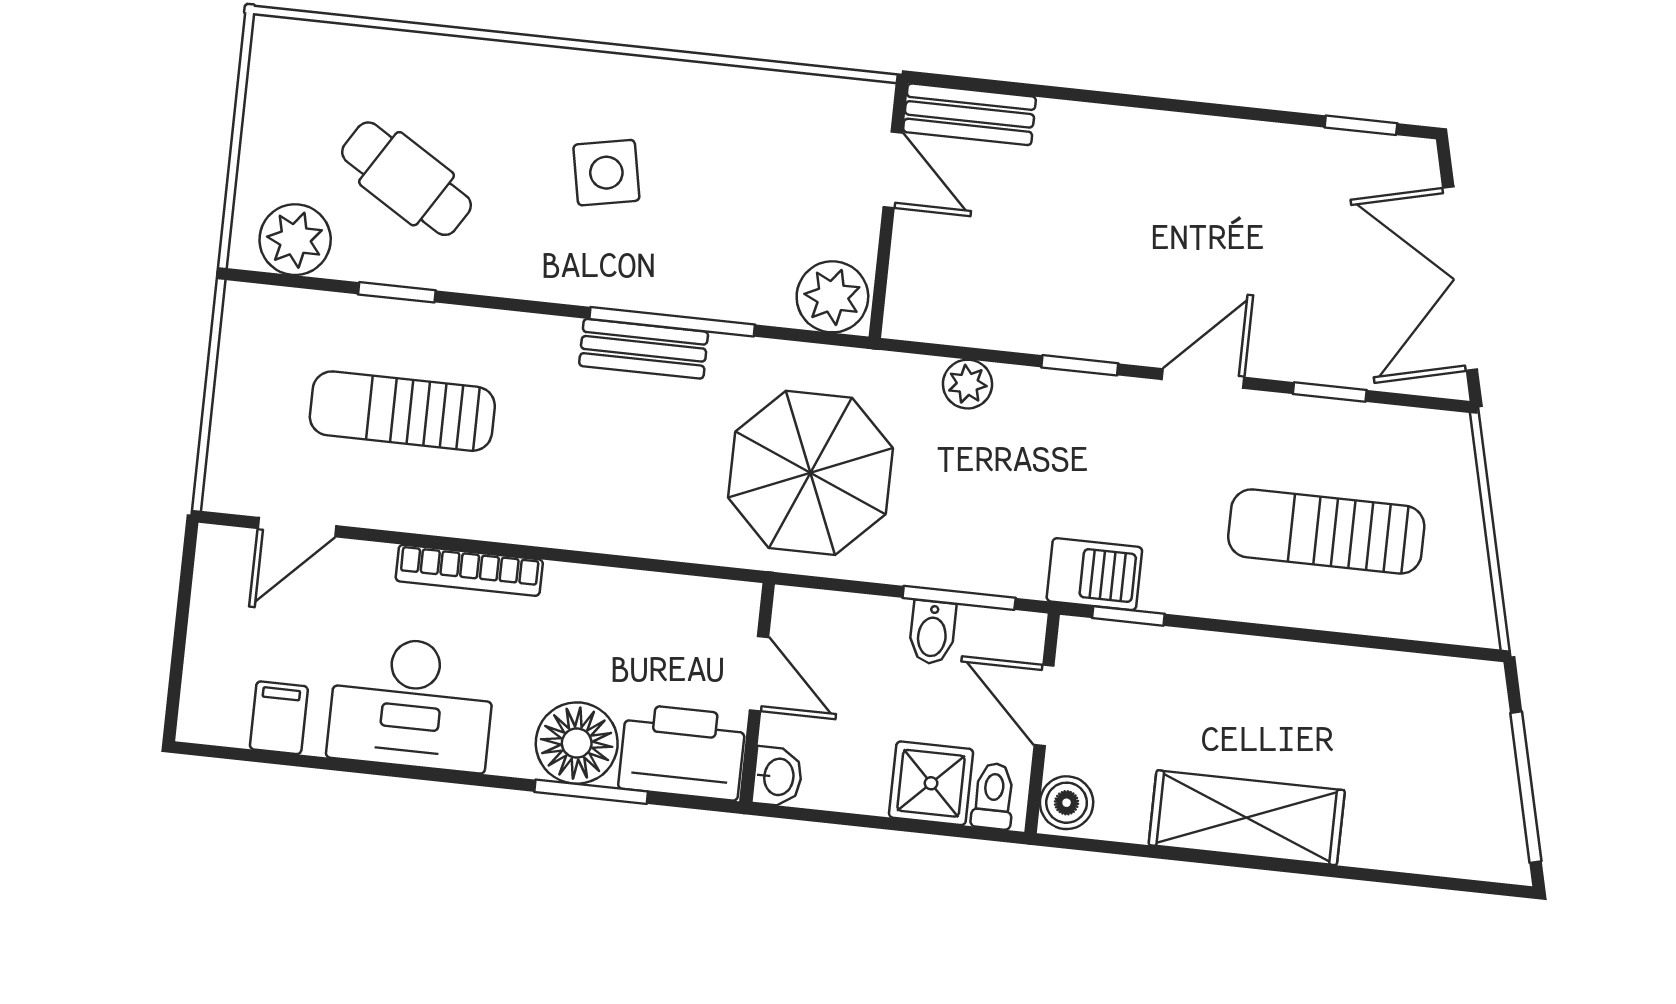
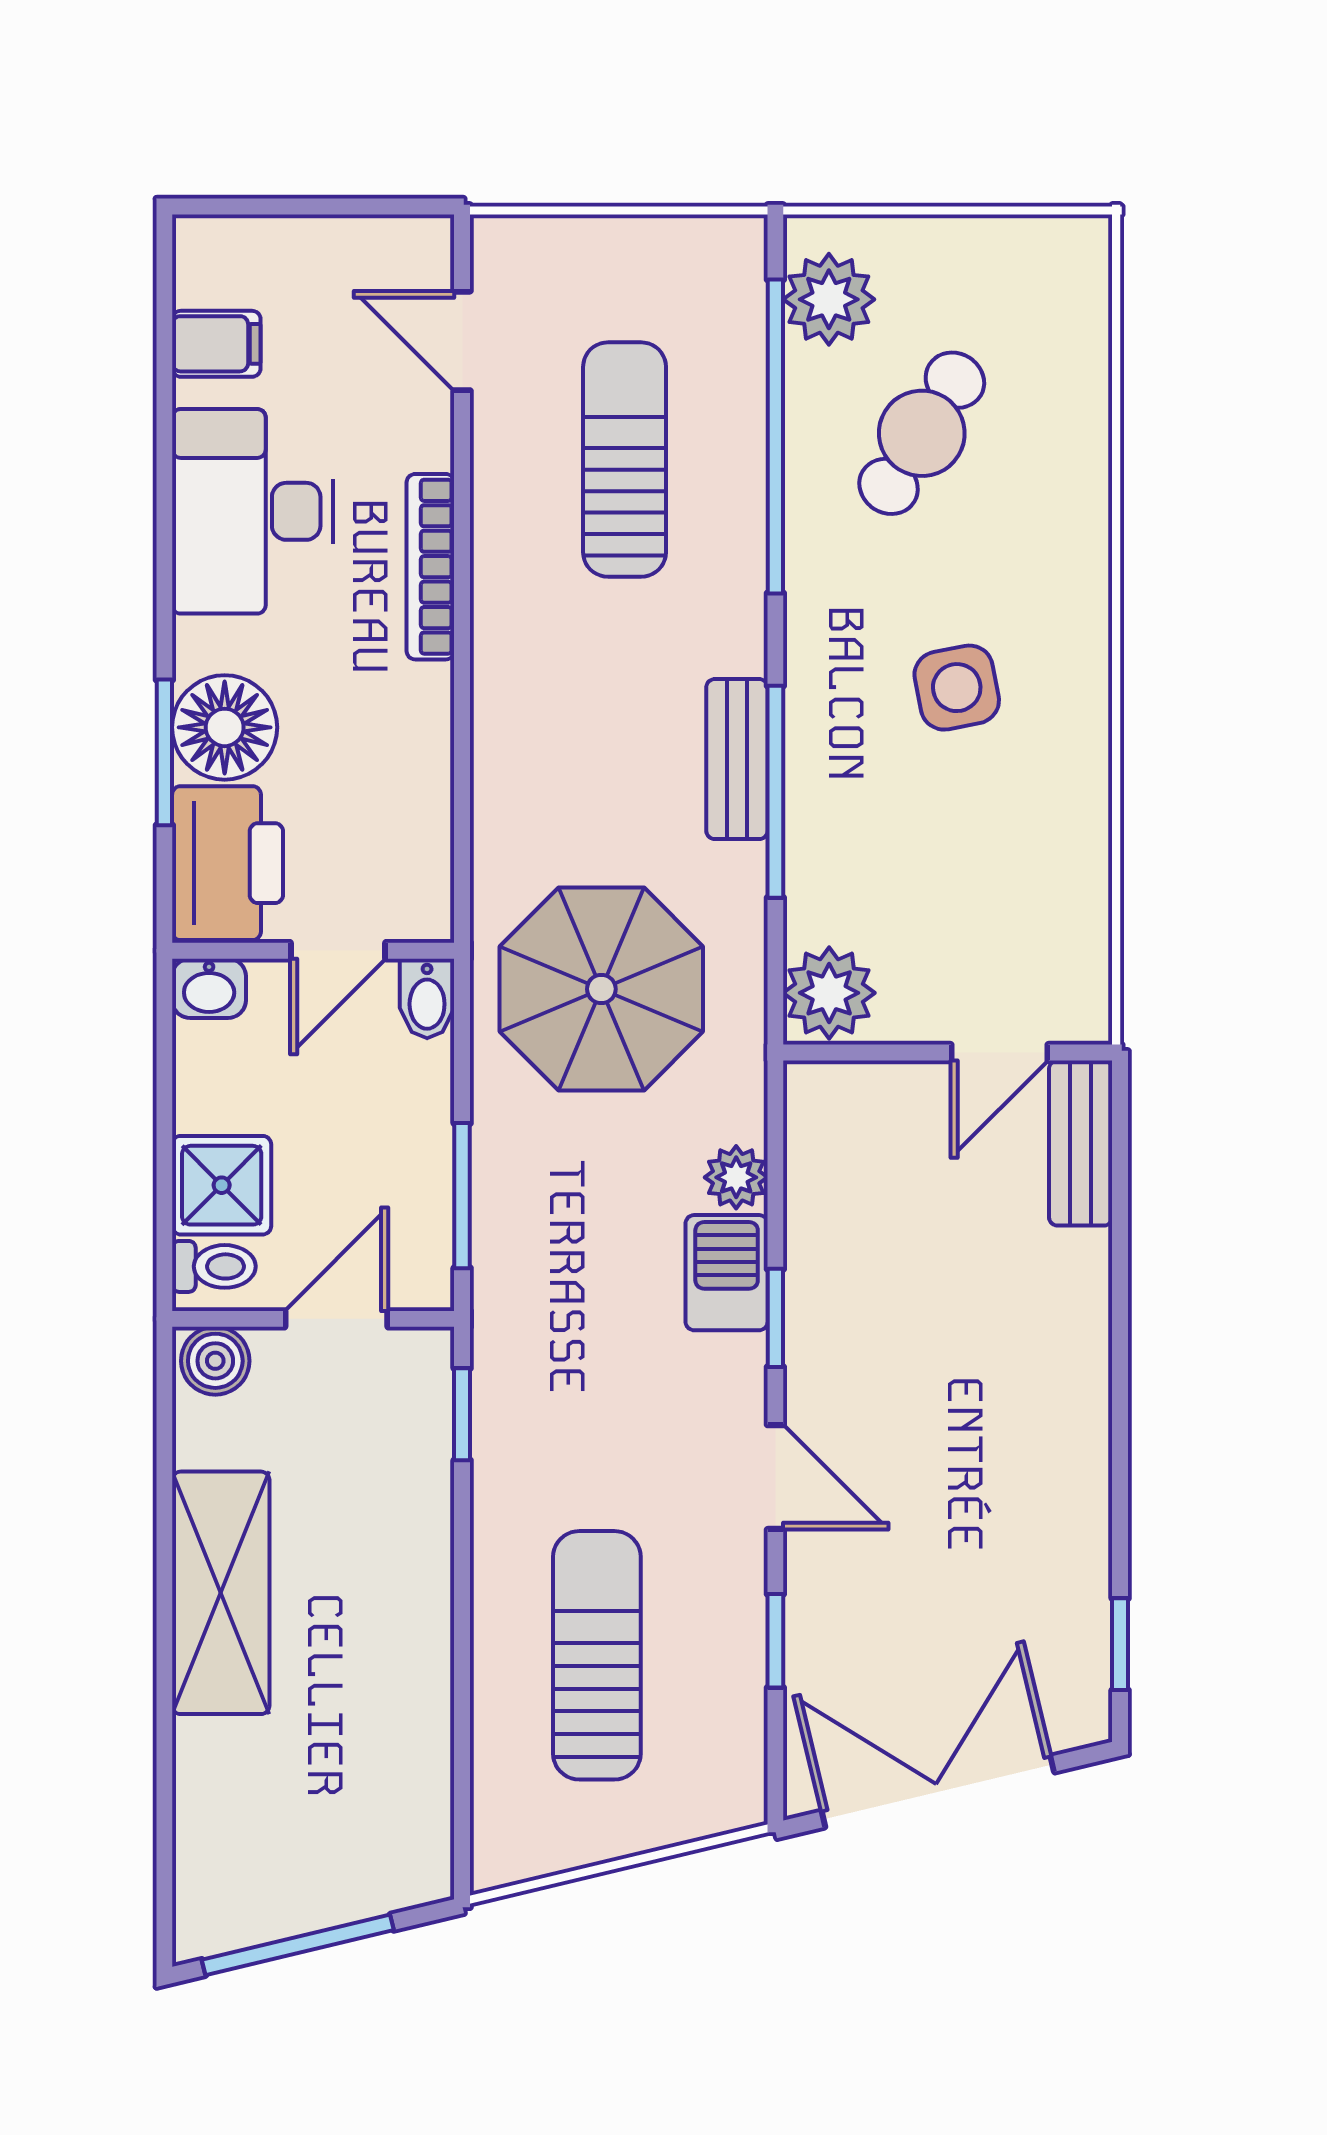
window: (397, 292) -> (775, 436), width x3.17
barbecue: (1094, 574) -> (727, 1273), moved, turned 180
bidet: (932, 632) -> (427, 998), moved, turned -90

